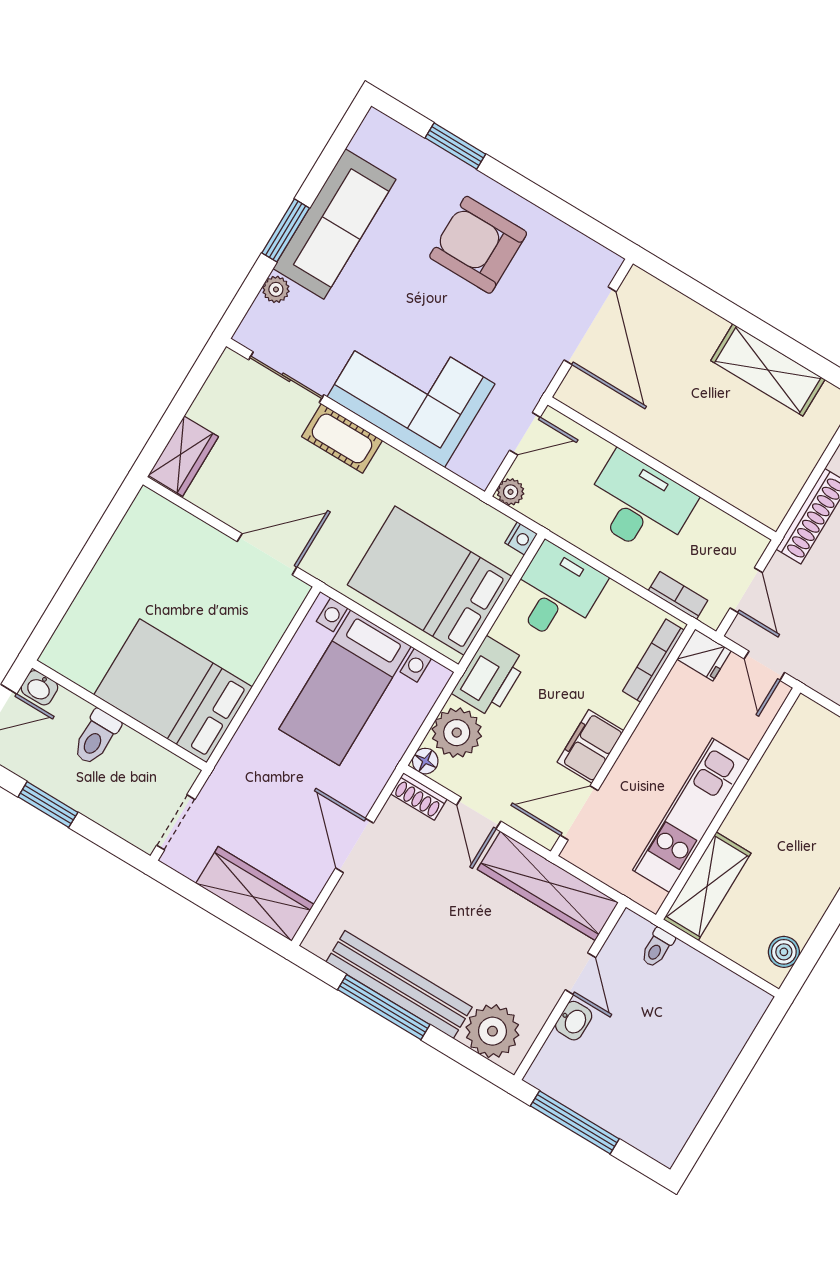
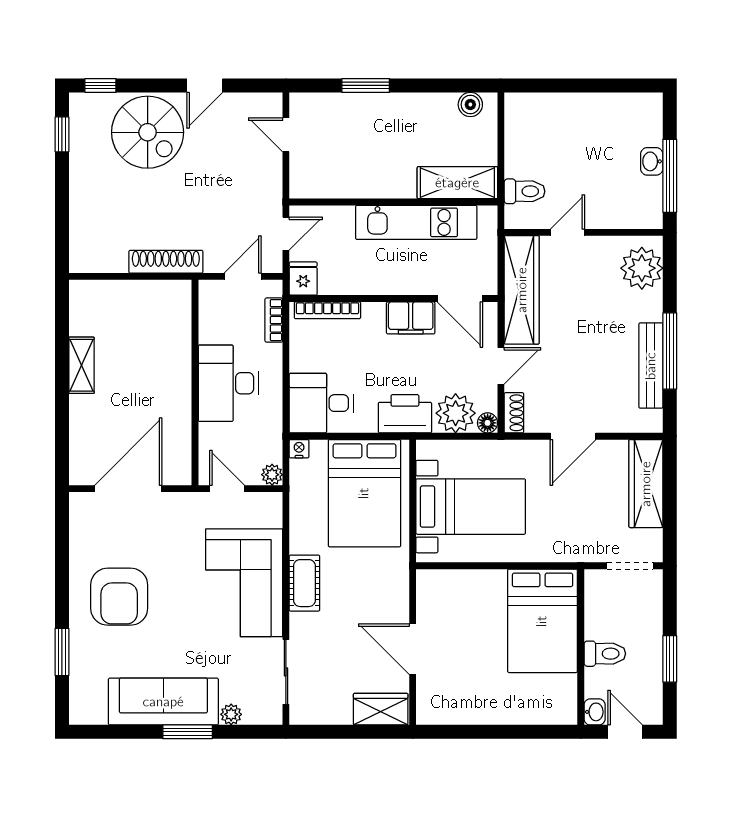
shelving: (768, 370) -> (82, 365), width x0.67, depth x0.75
cot: (342, 438) -> (304, 583), moved
door: (267, 554) -> (413, 649), moved
toilet: (657, 948) -> (525, 191), width x1.37, depth x1.39
bench: (399, 985) -> (651, 366), width x0.73, depth x0.82
washbasin: (574, 1021) -> (652, 161), moved, turned -90

